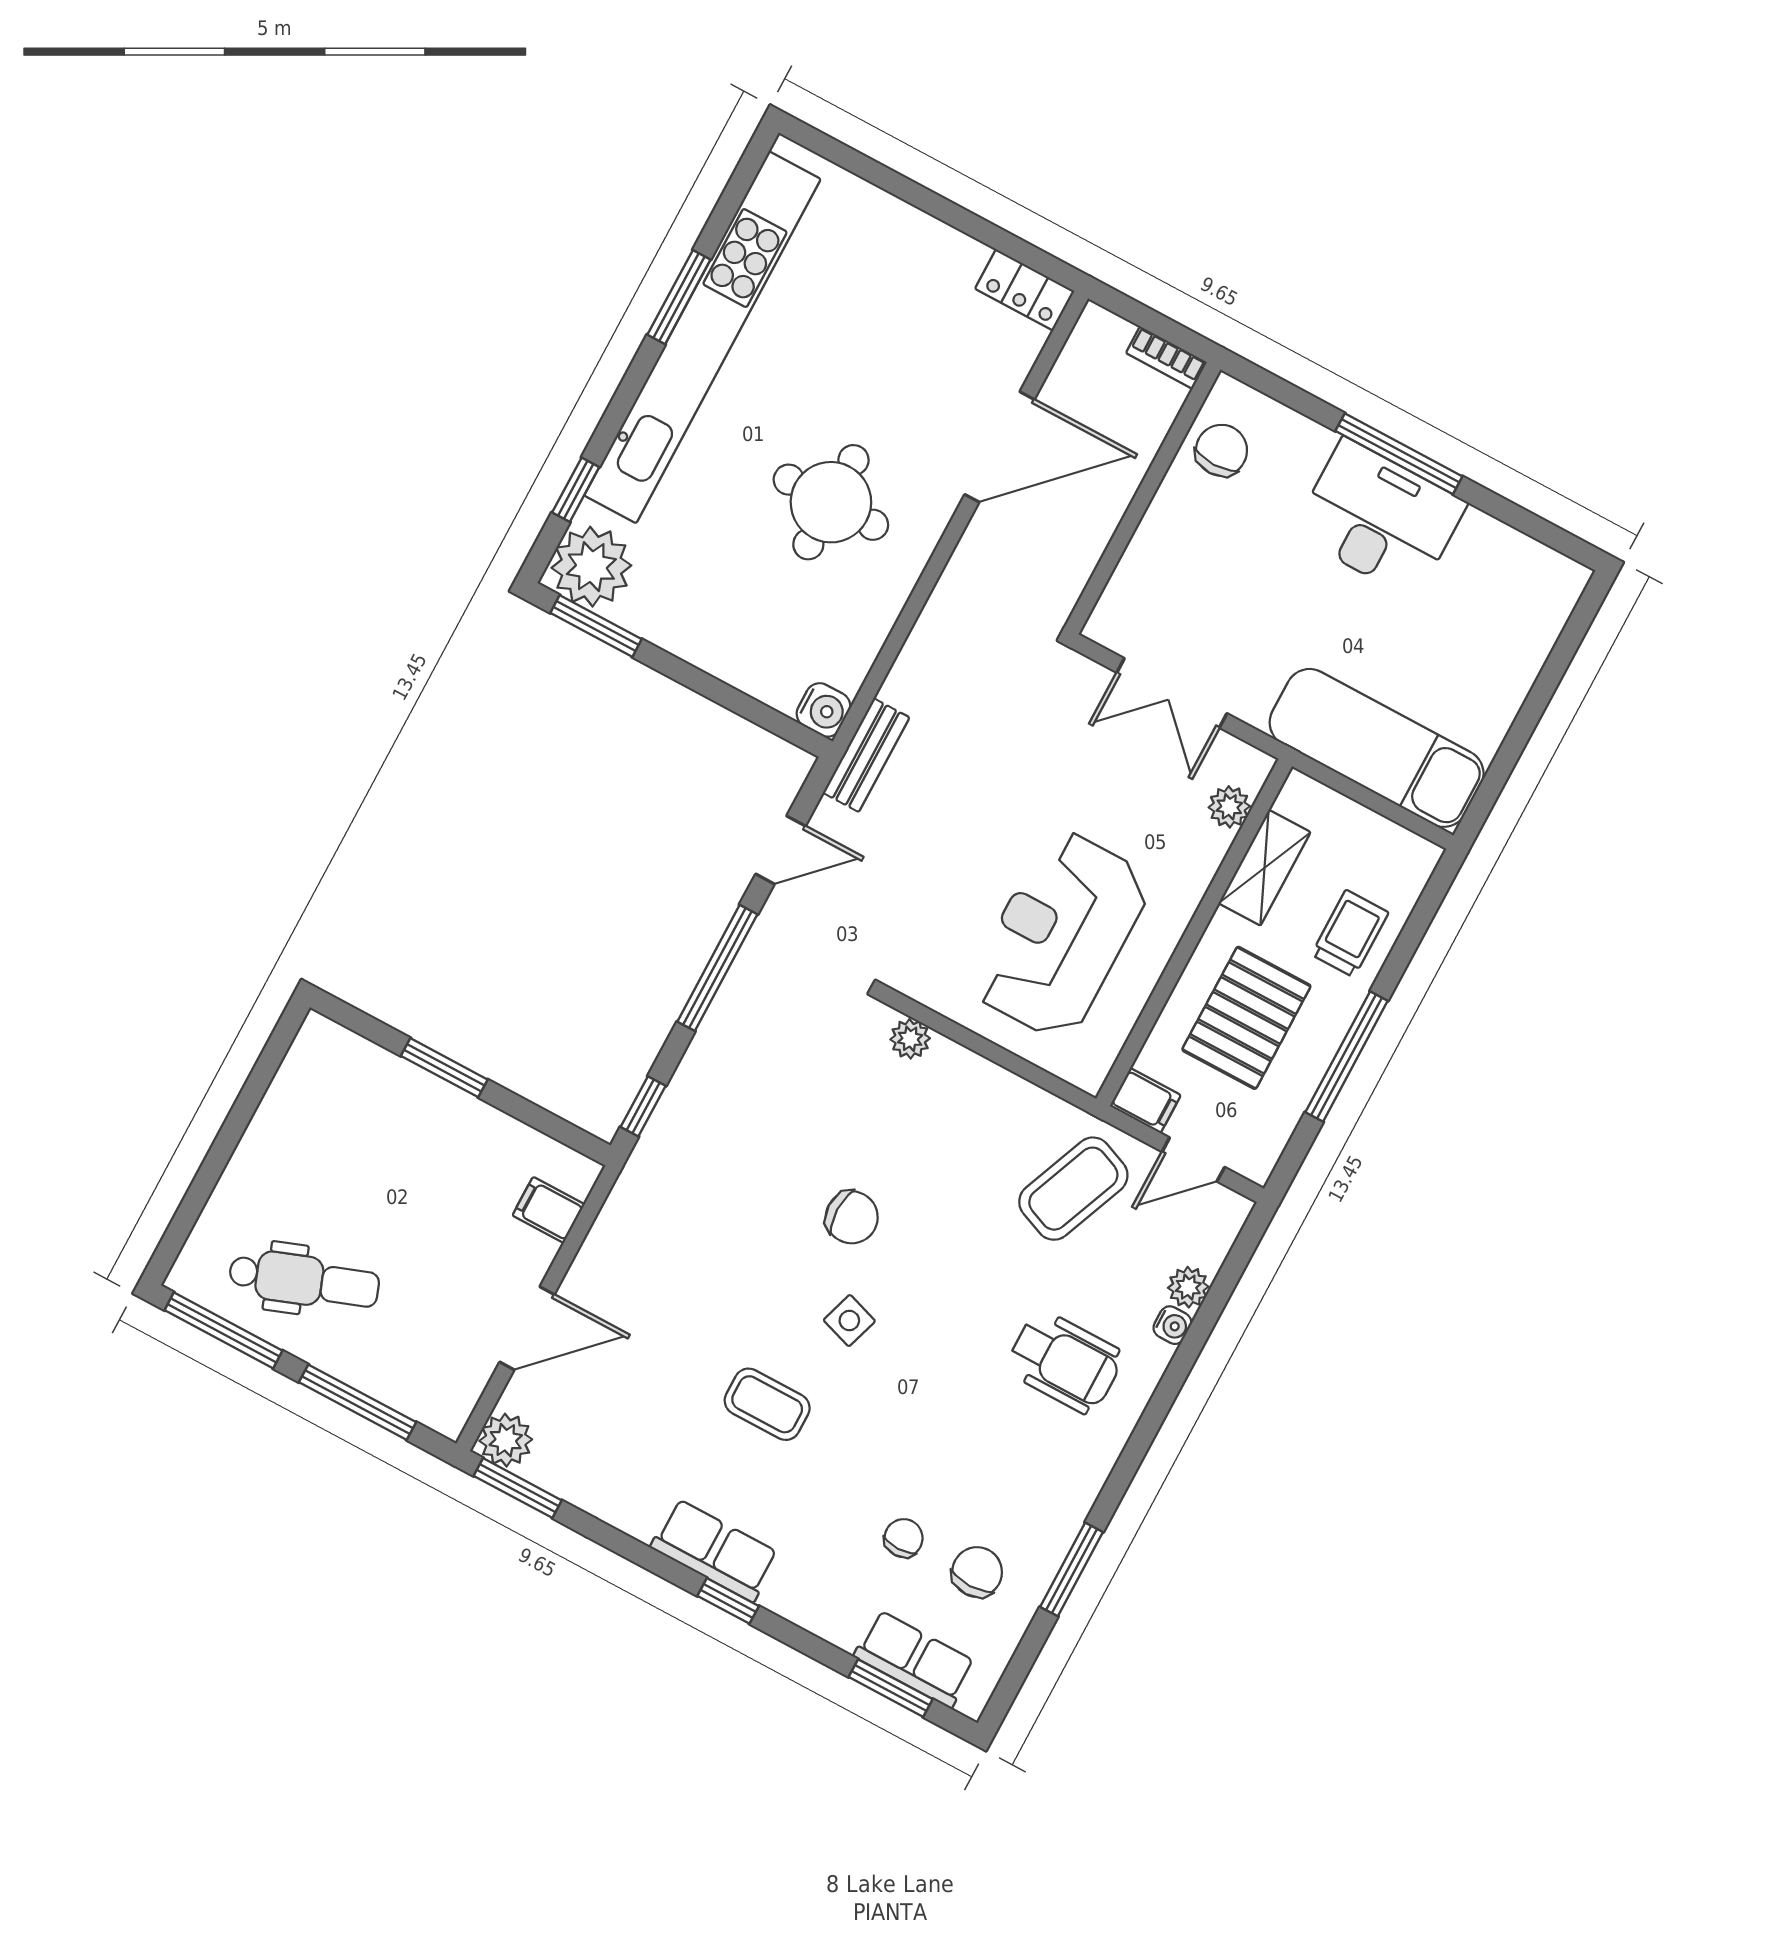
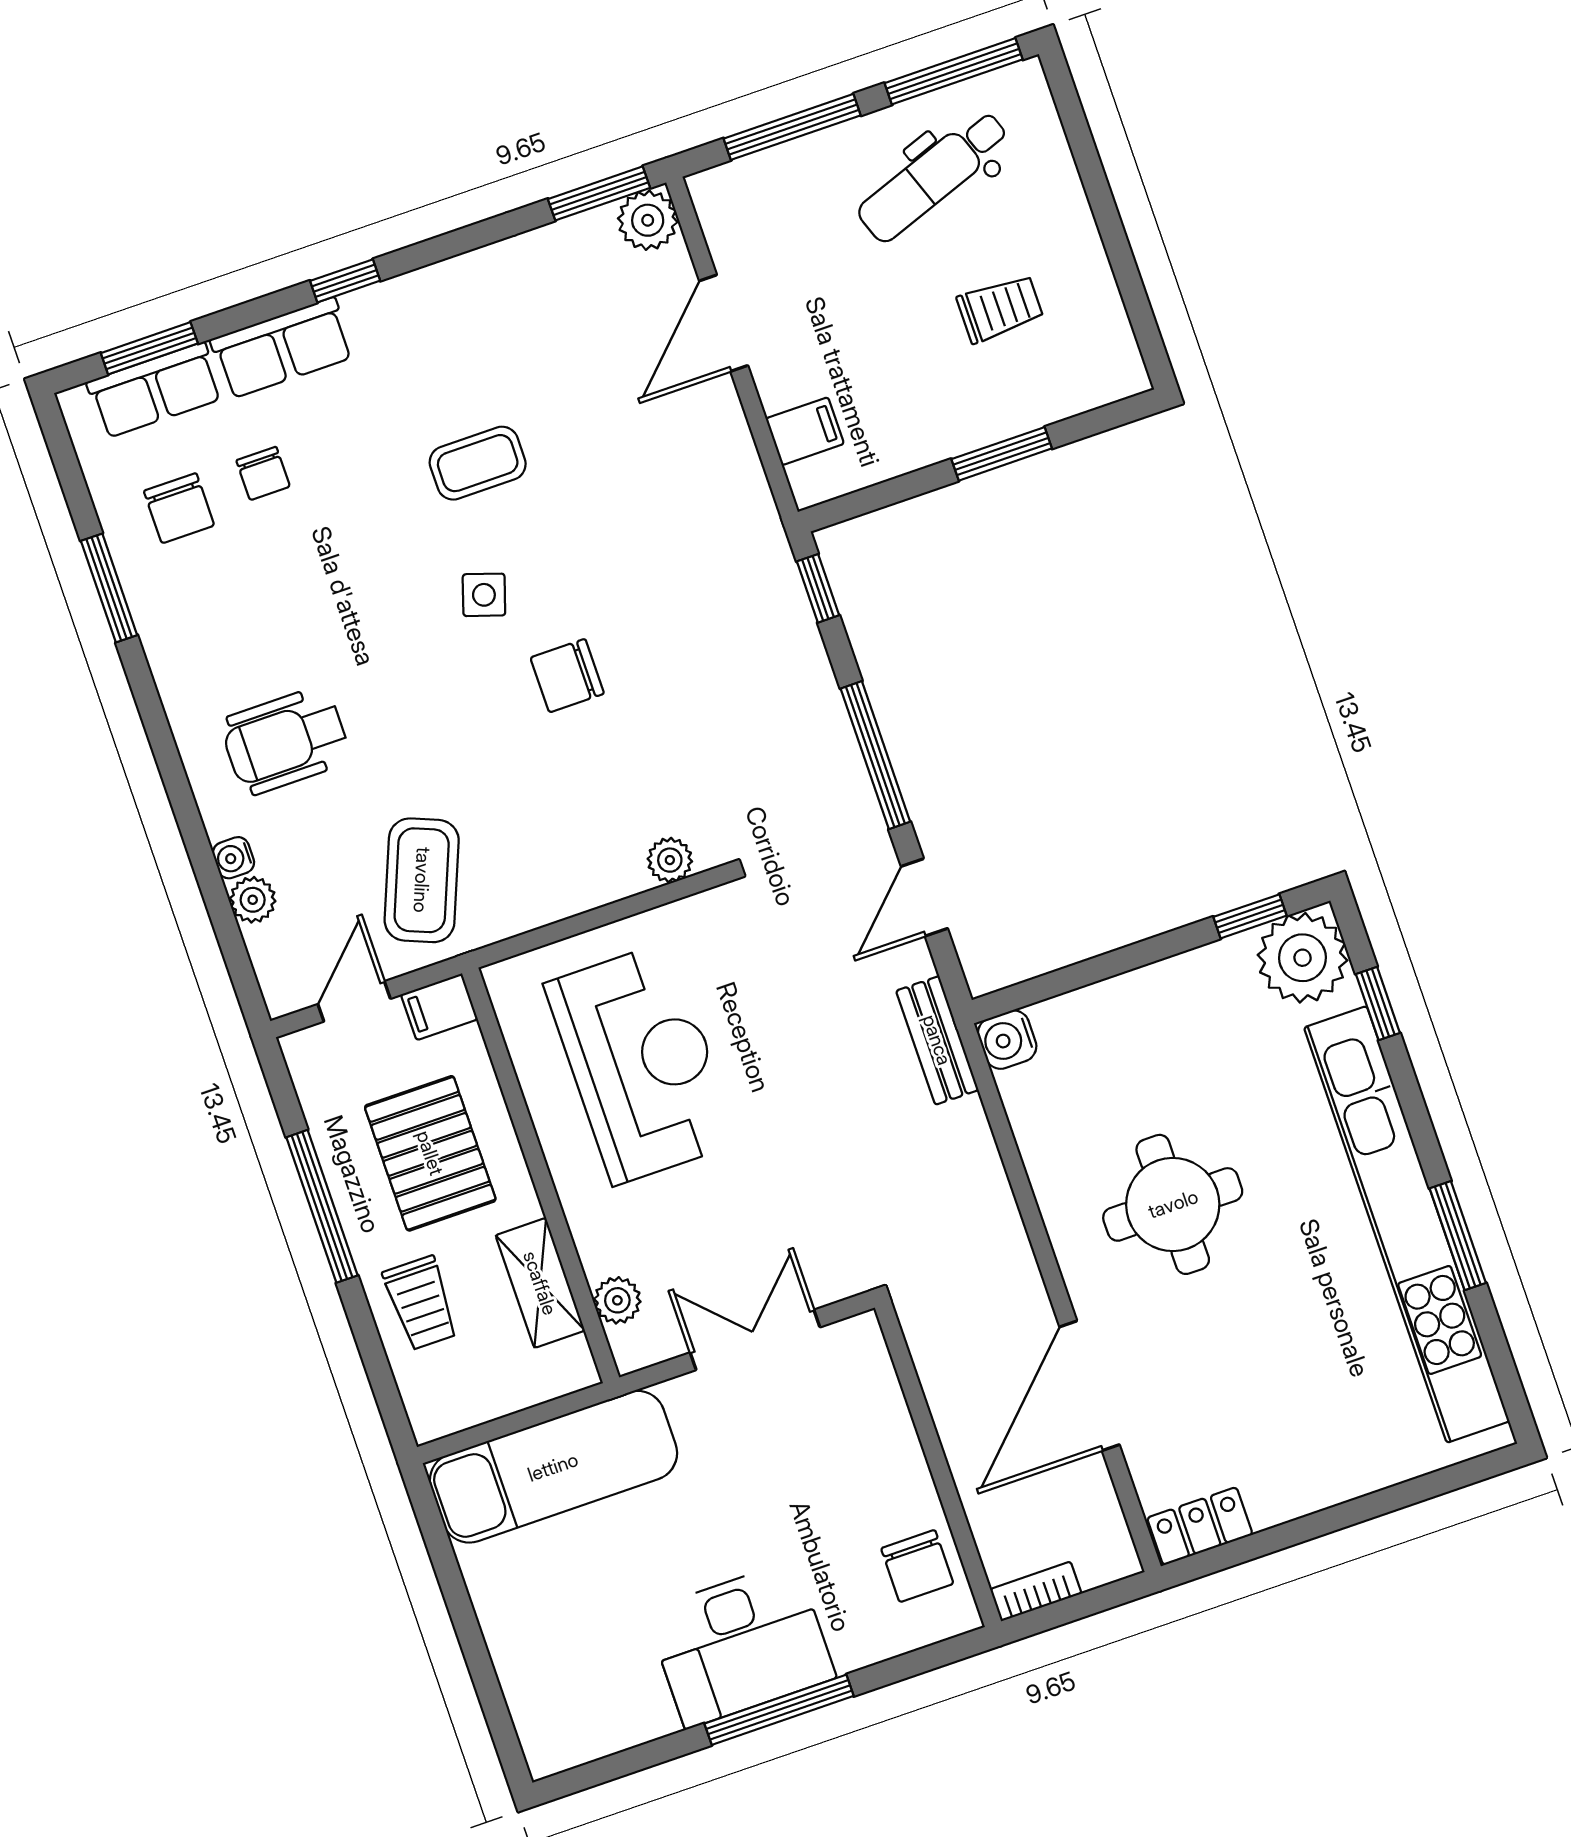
window: (596, 626) -> (1250, 916), width x0.67
trolley: (350, 1157) -> (1000, 308), added
row of seats: (715, 1550) -> (282, 348), moved

